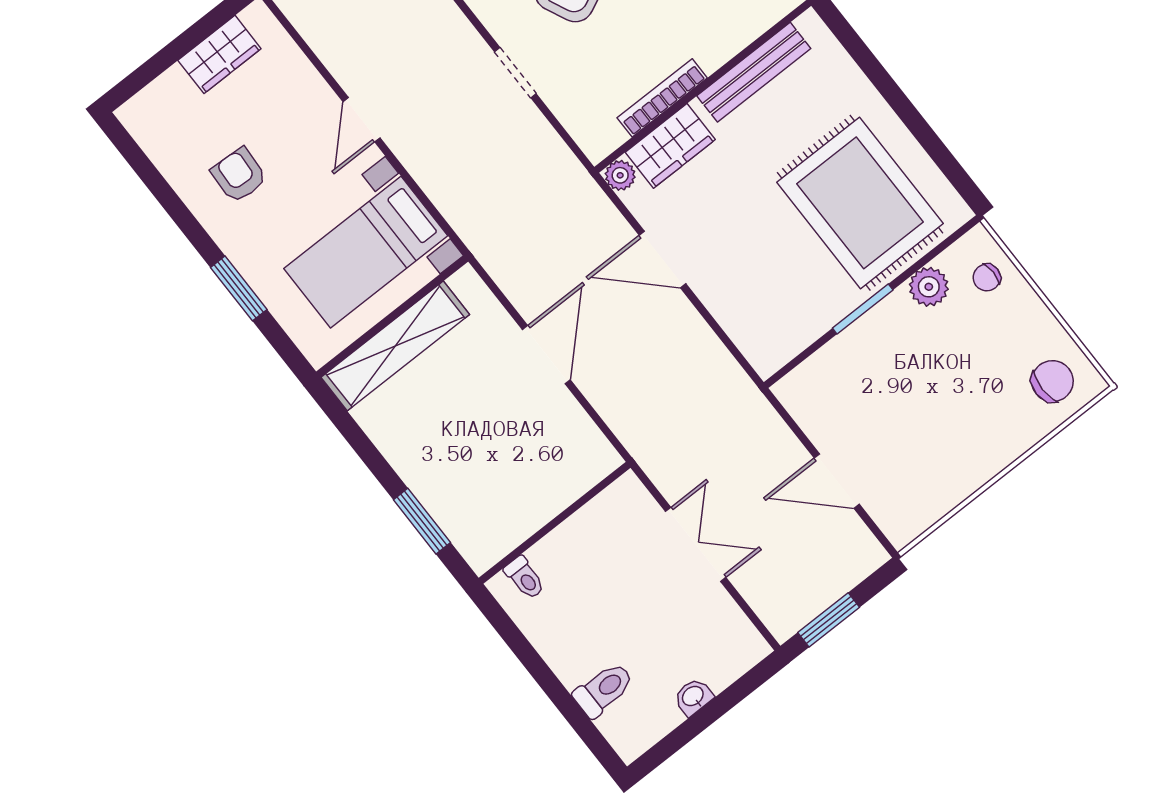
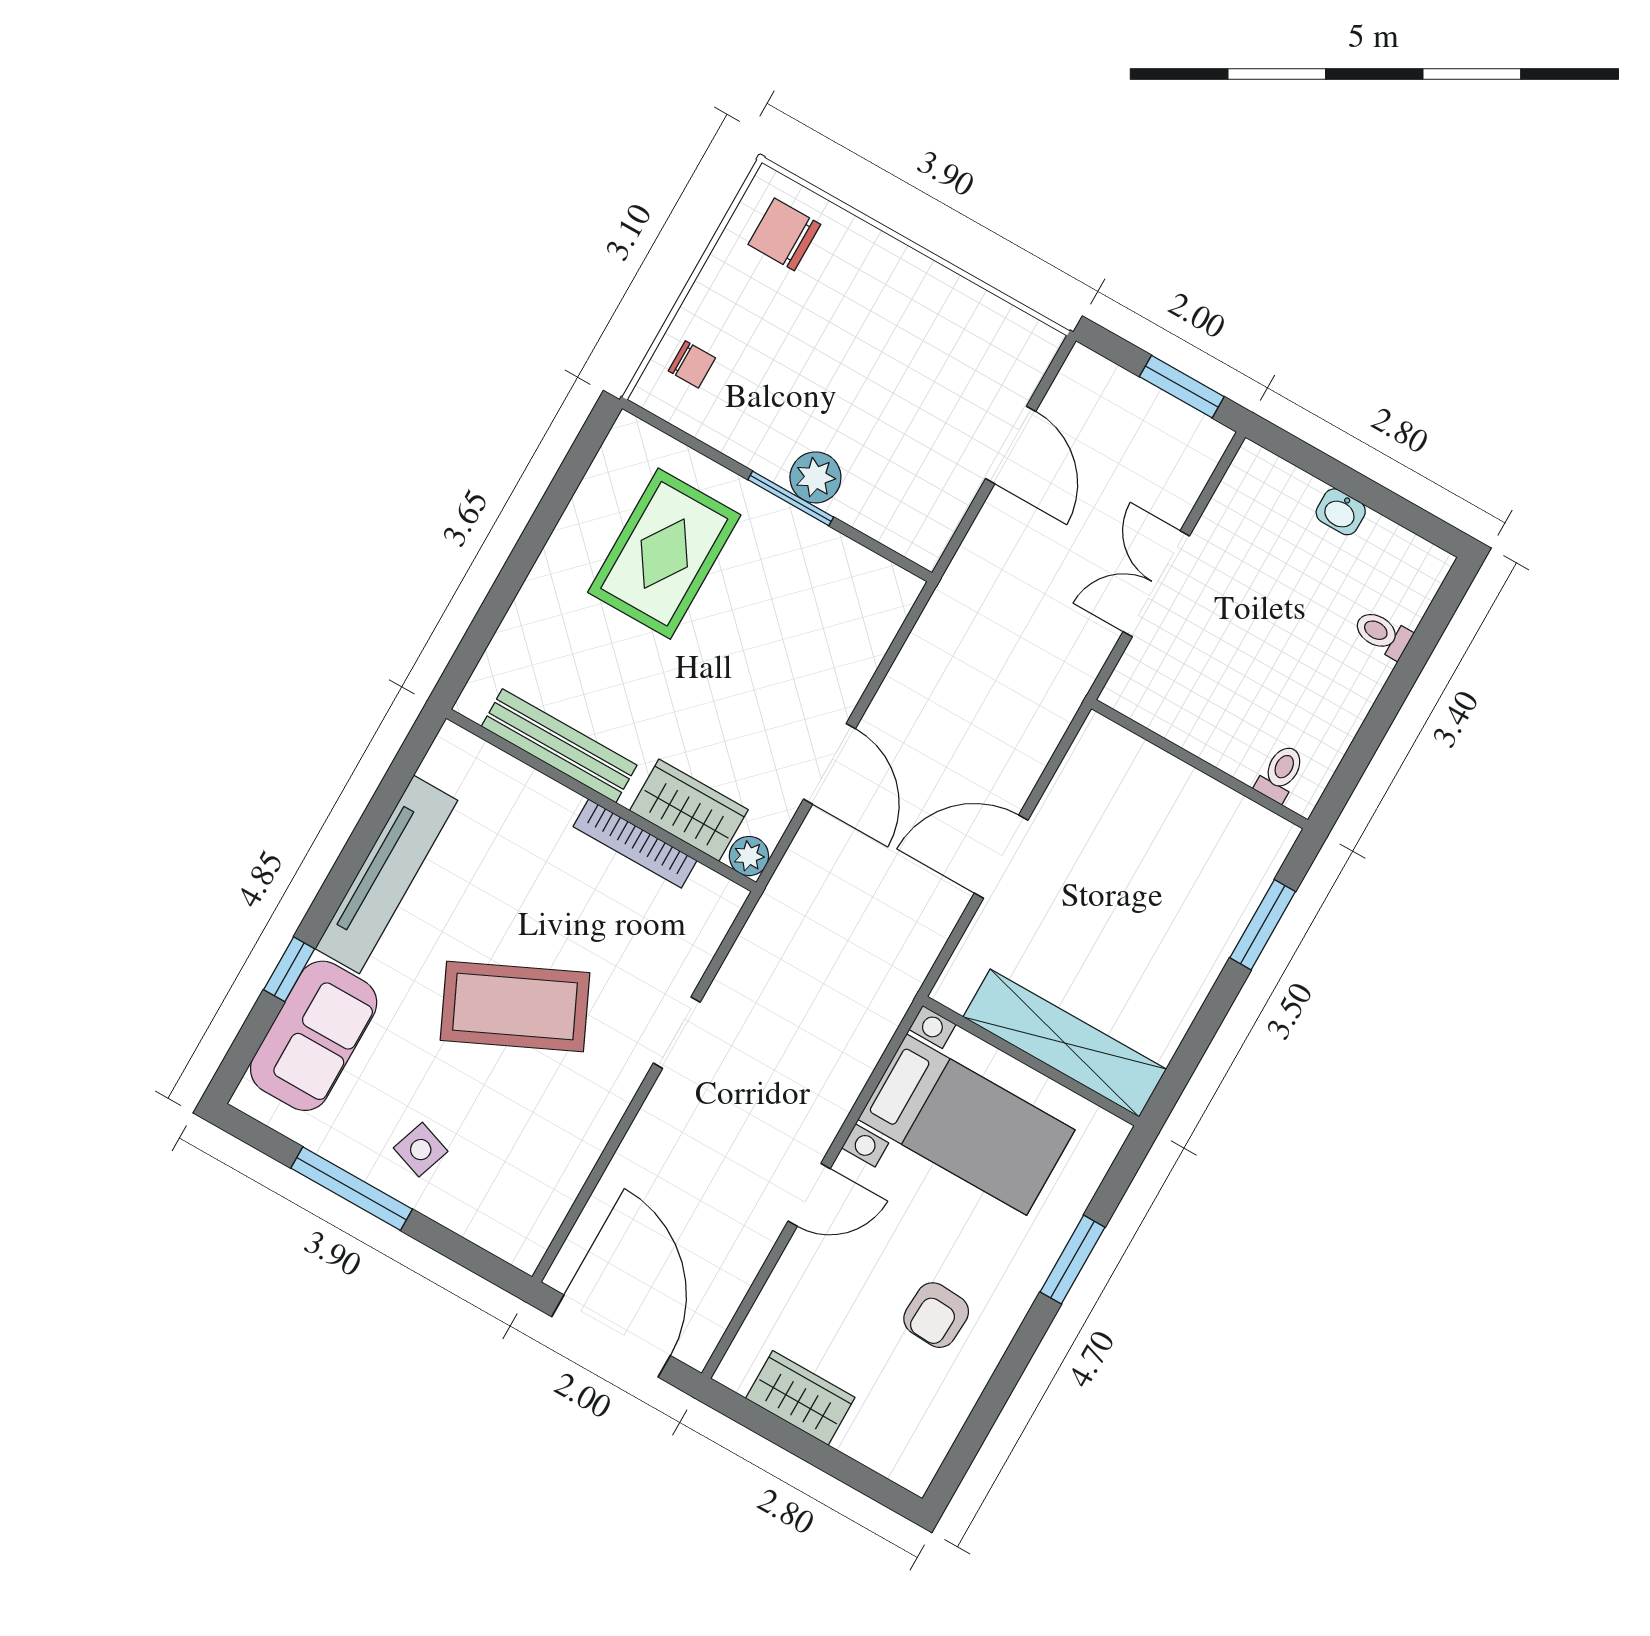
rug: (860, 203) -> (664, 554), width x0.73, depth x0.69
plant: (929, 287) -> (815, 477), moved
toilet: (604, 690) -> (1382, 634), width x0.73, depth x0.72

